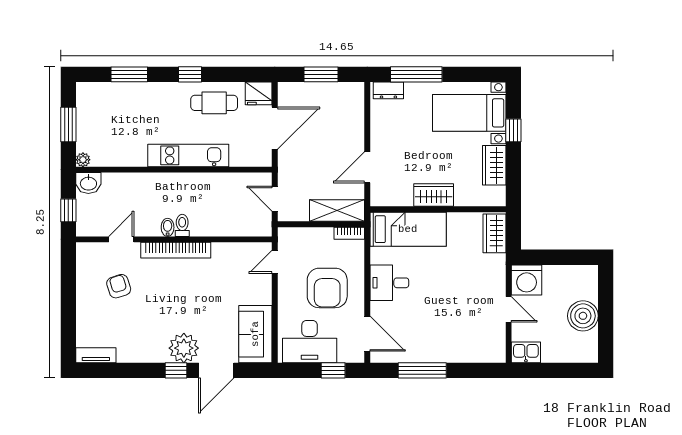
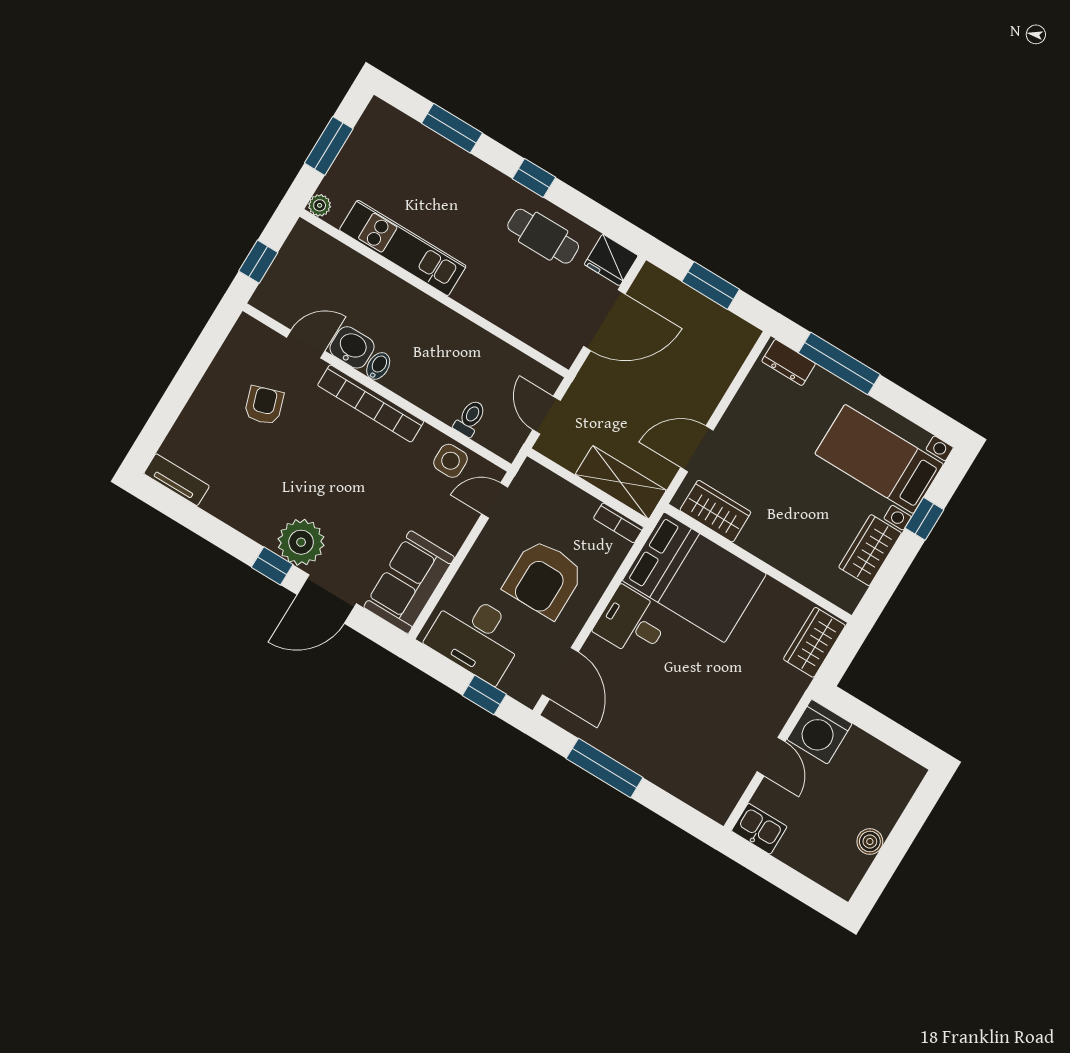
kitchen unit: (188, 155) -> (403, 248), moved
washbasin: (88, 183) -> (352, 347), moved, turned 180
wardrobe: (434, 195) -> (715, 511), moved
toilet: (182, 225) -> (470, 418), moved
bed: (408, 229) -> (694, 577), width x1.50
side table: (238, 255) -> (451, 461), added
boiler: (583, 316) -> (870, 842), width x0.54, depth x0.54

